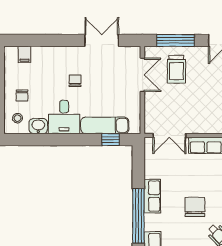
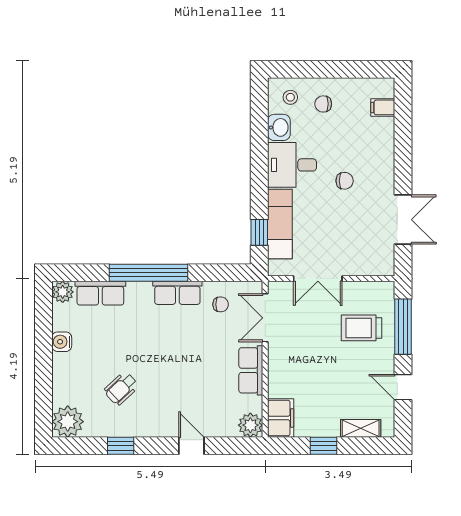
double door: (142, 75) -> (318, 279), moved
chair: (195, 207) -> (221, 304), moved, width x0.54, depth x0.54

